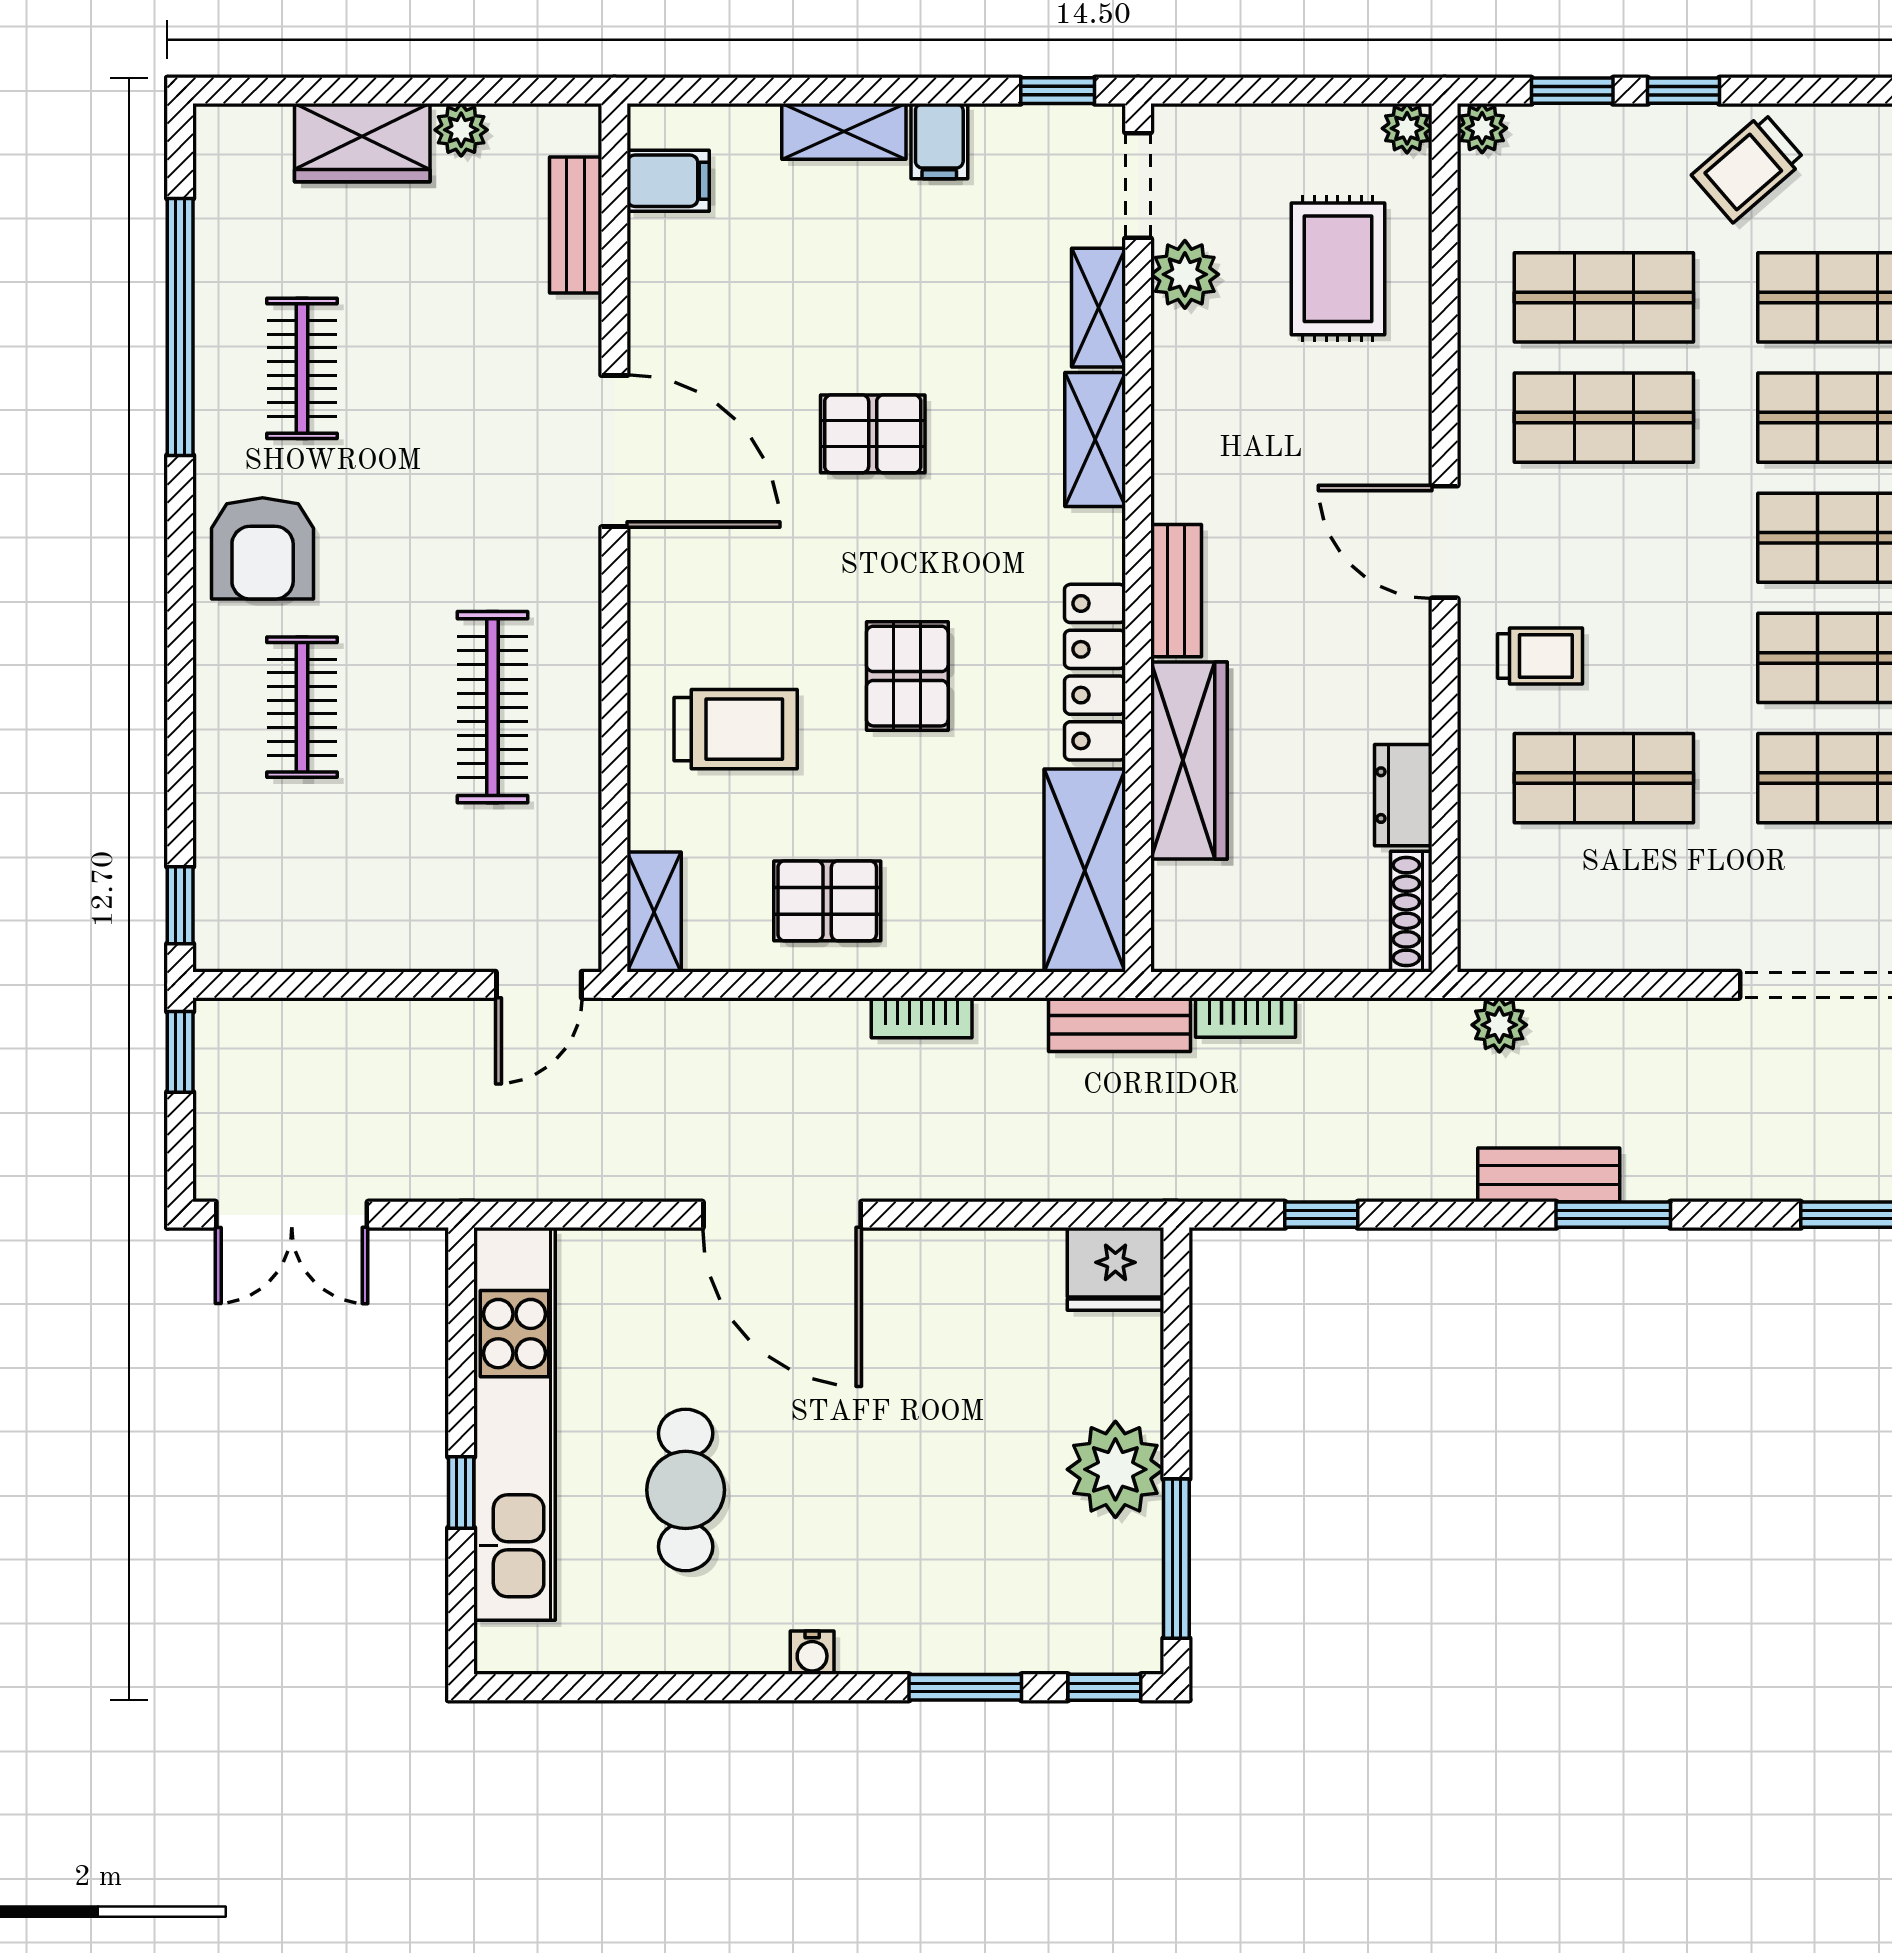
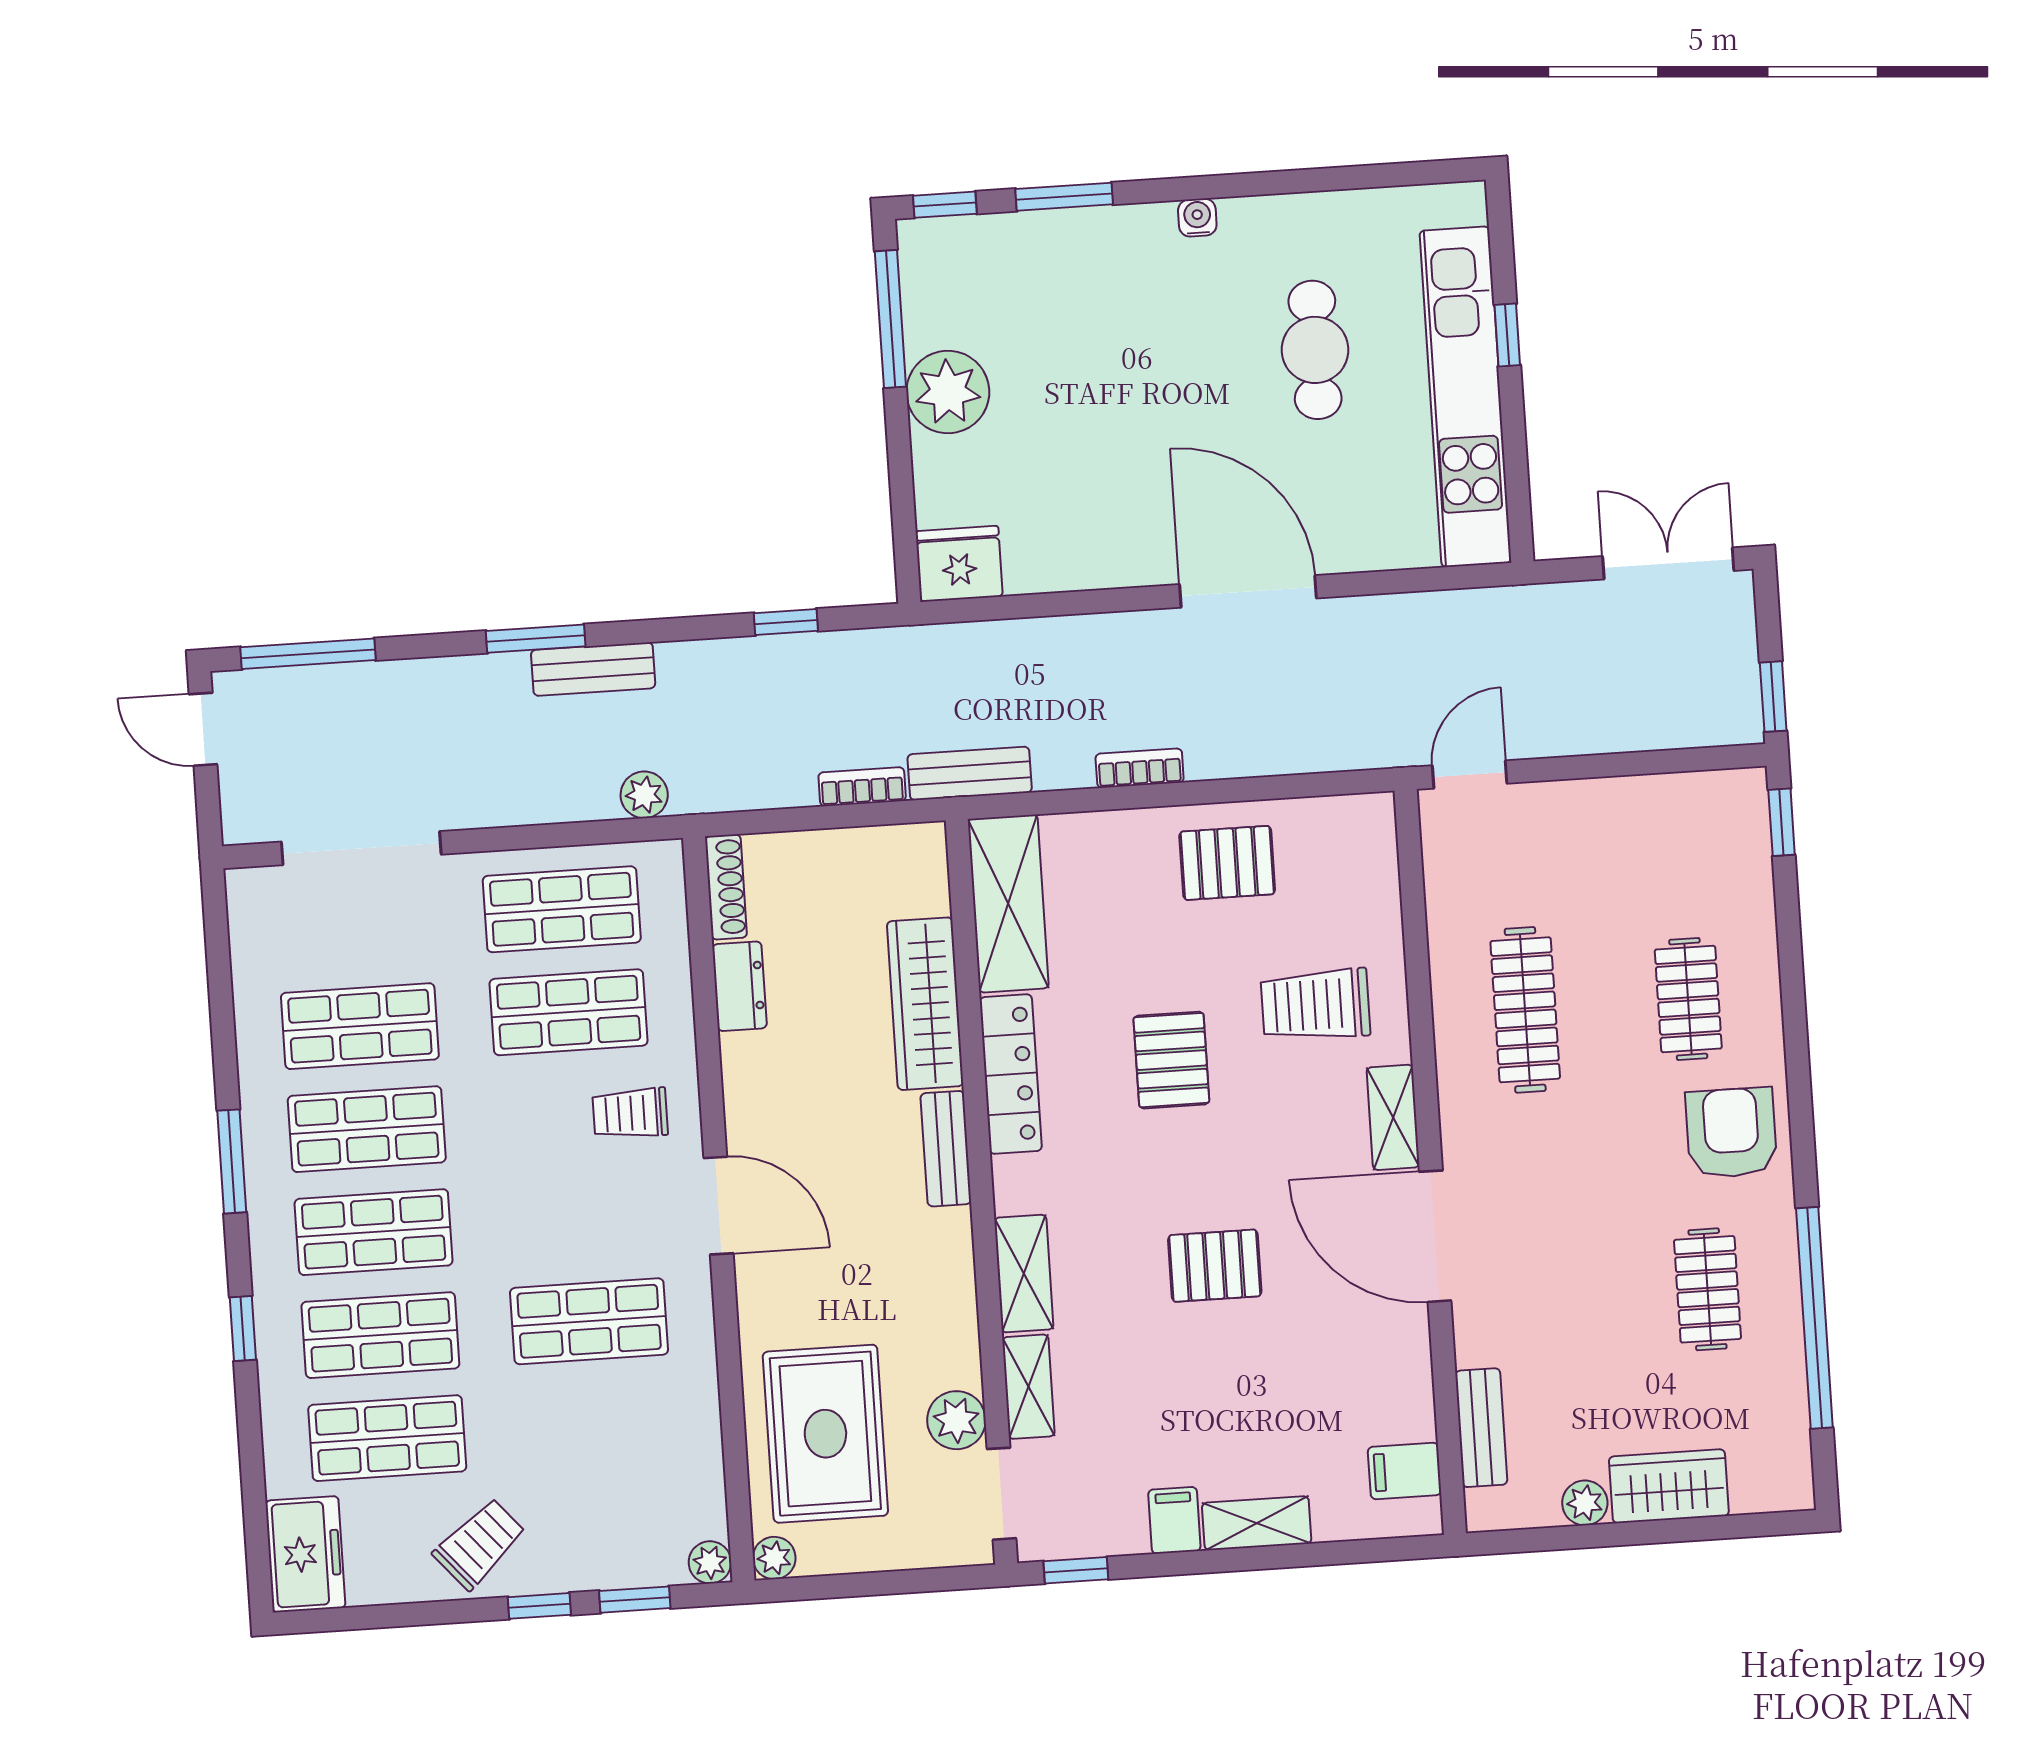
rug: (1338, 269) -> (825, 1434), width x1.36, depth x1.43
shop shelf: (1604, 297) -> (562, 909), moved
shelving: (654, 912) -> (1393, 1117), moved

